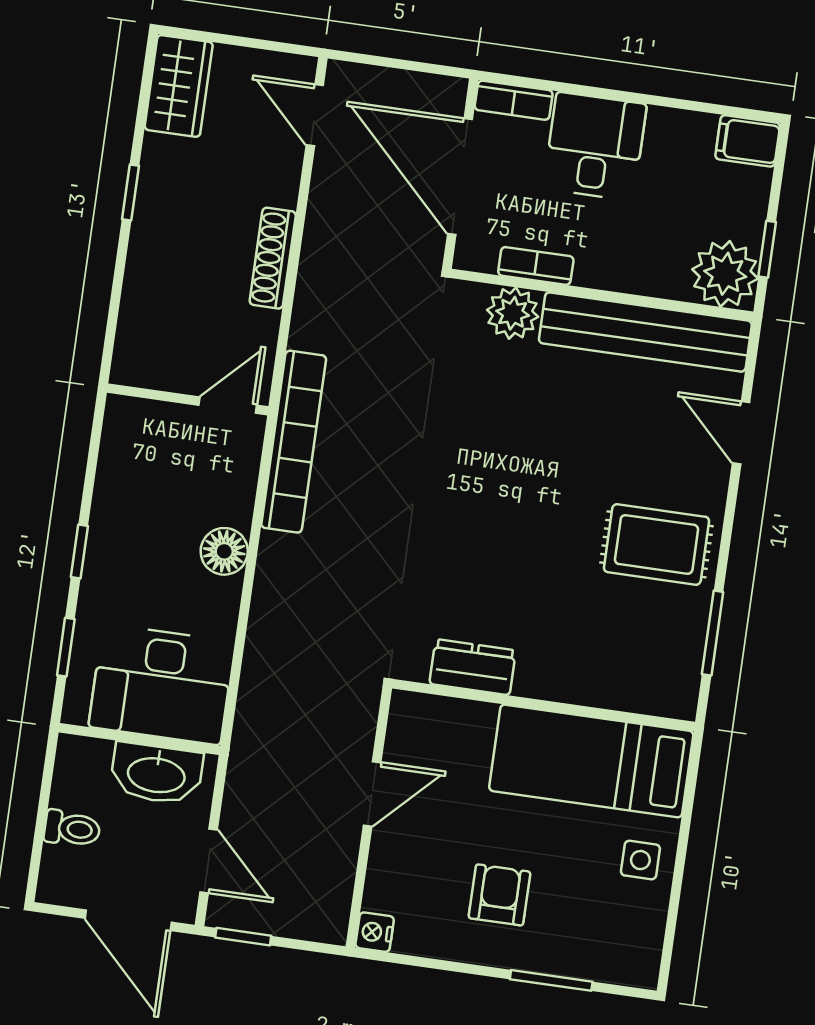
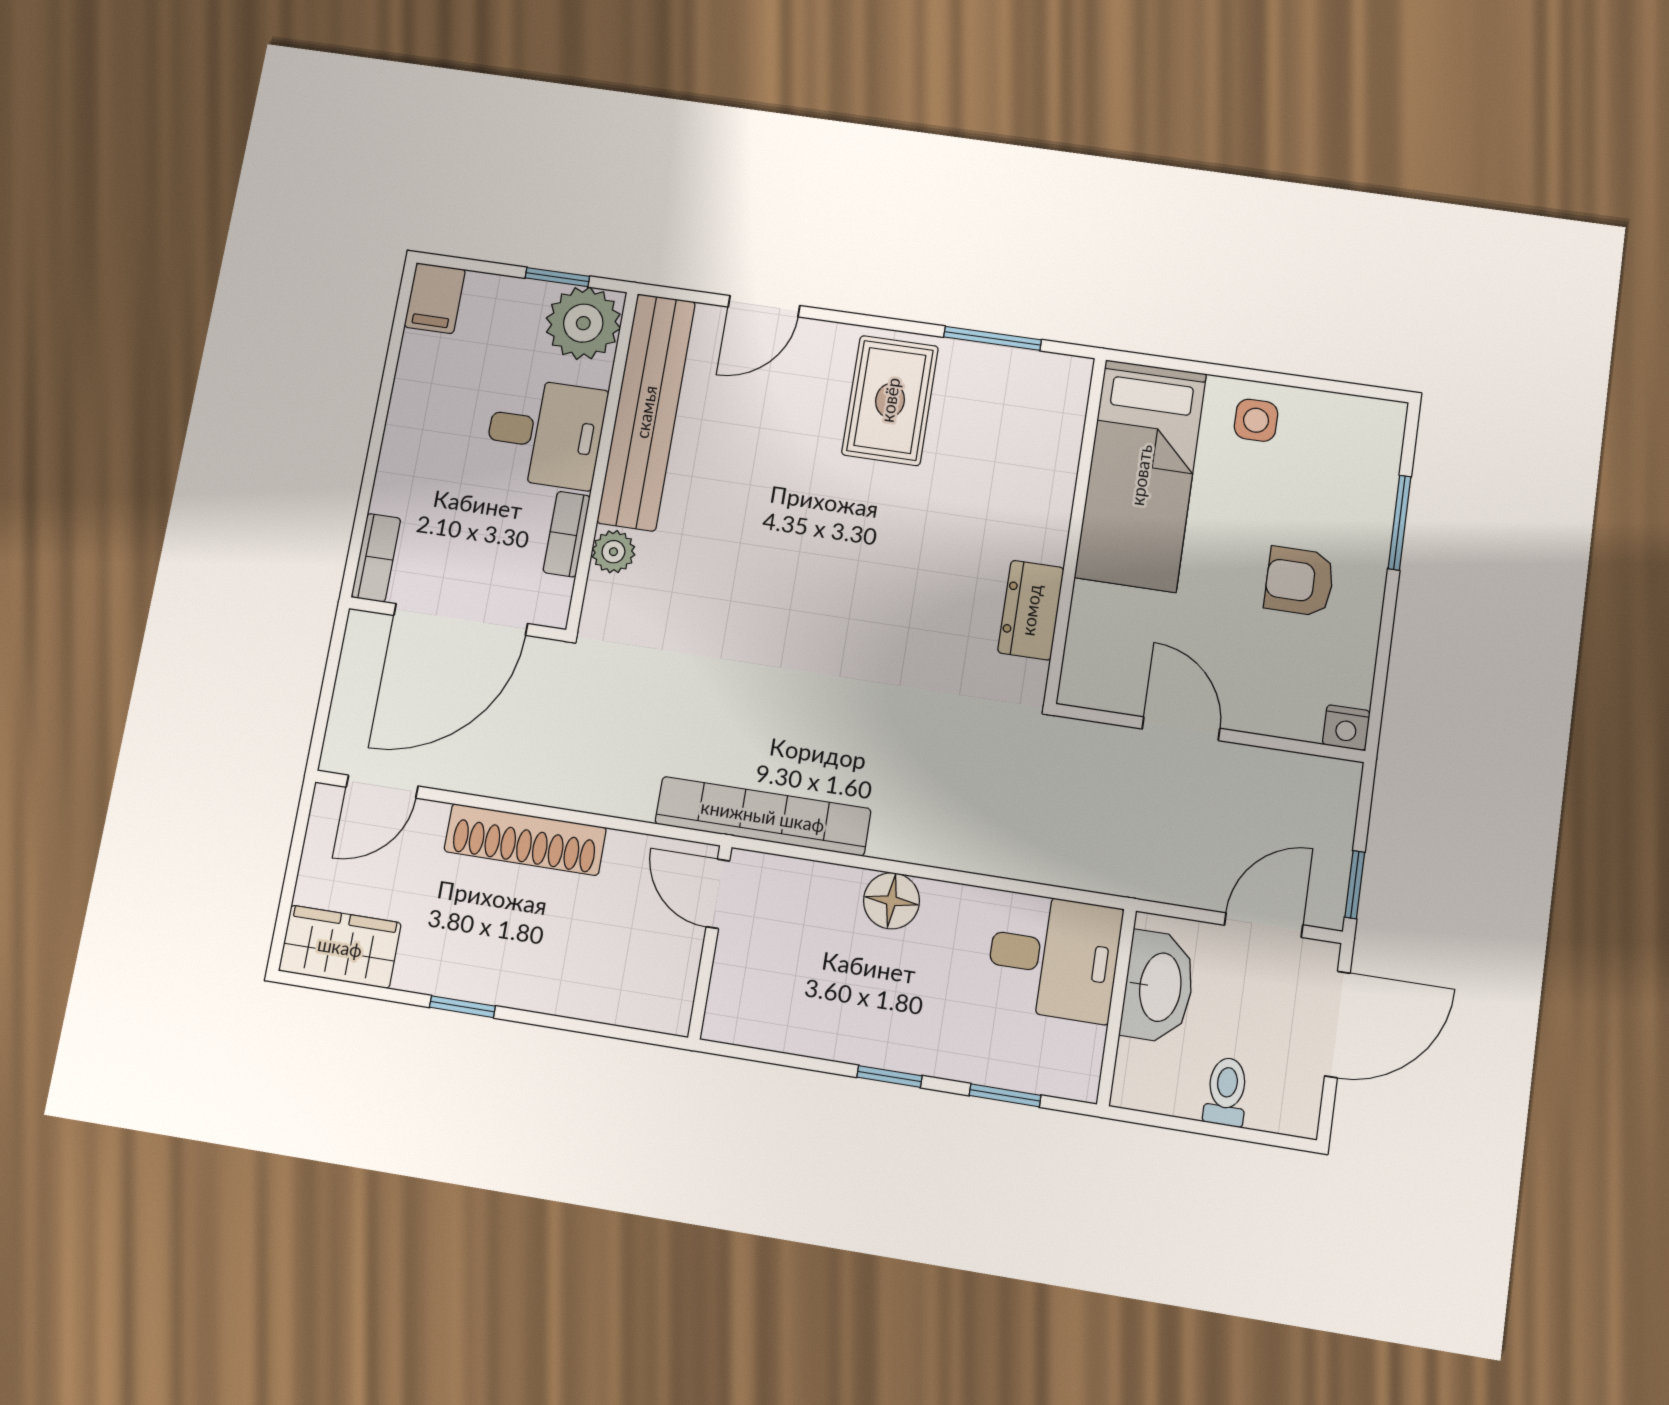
desk: (595, 146) -> (545, 433), moved, turned 180
shoe rack: (273, 258) -> (525, 839), width x1.36, depth x1.24
plant: (513, 313) -> (613, 552), width x0.73, depth x0.73
desk: (162, 684) -> (1054, 957), width x0.73

